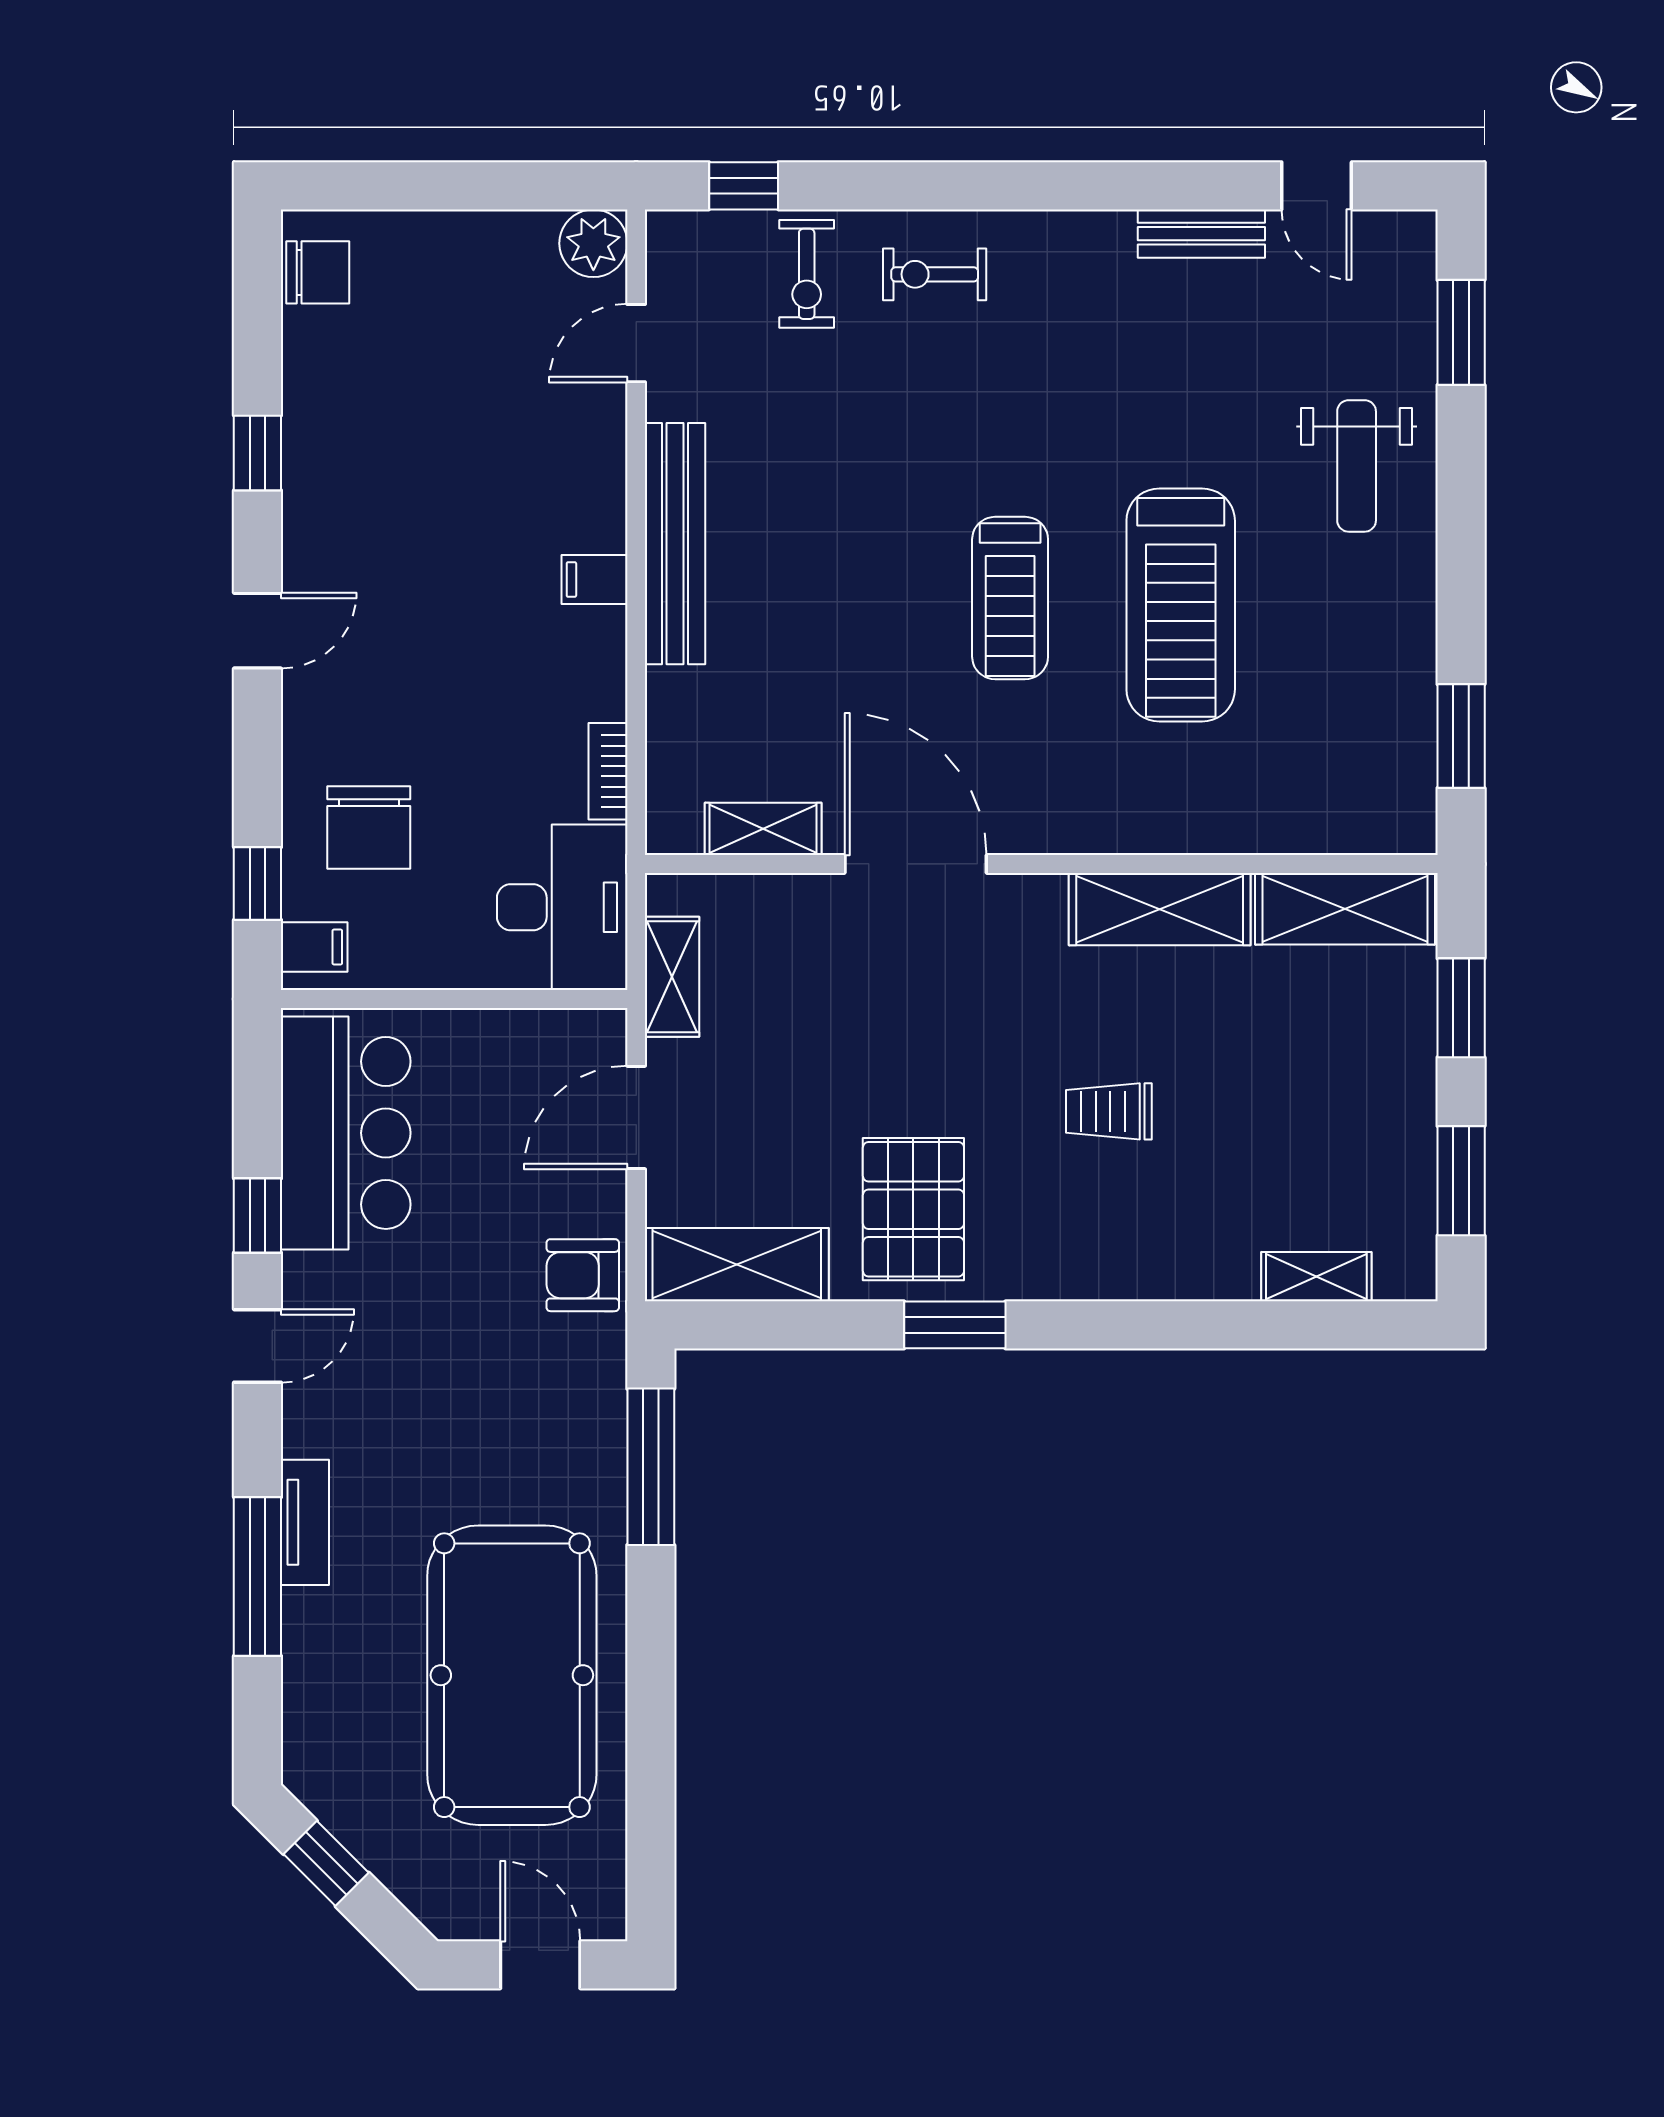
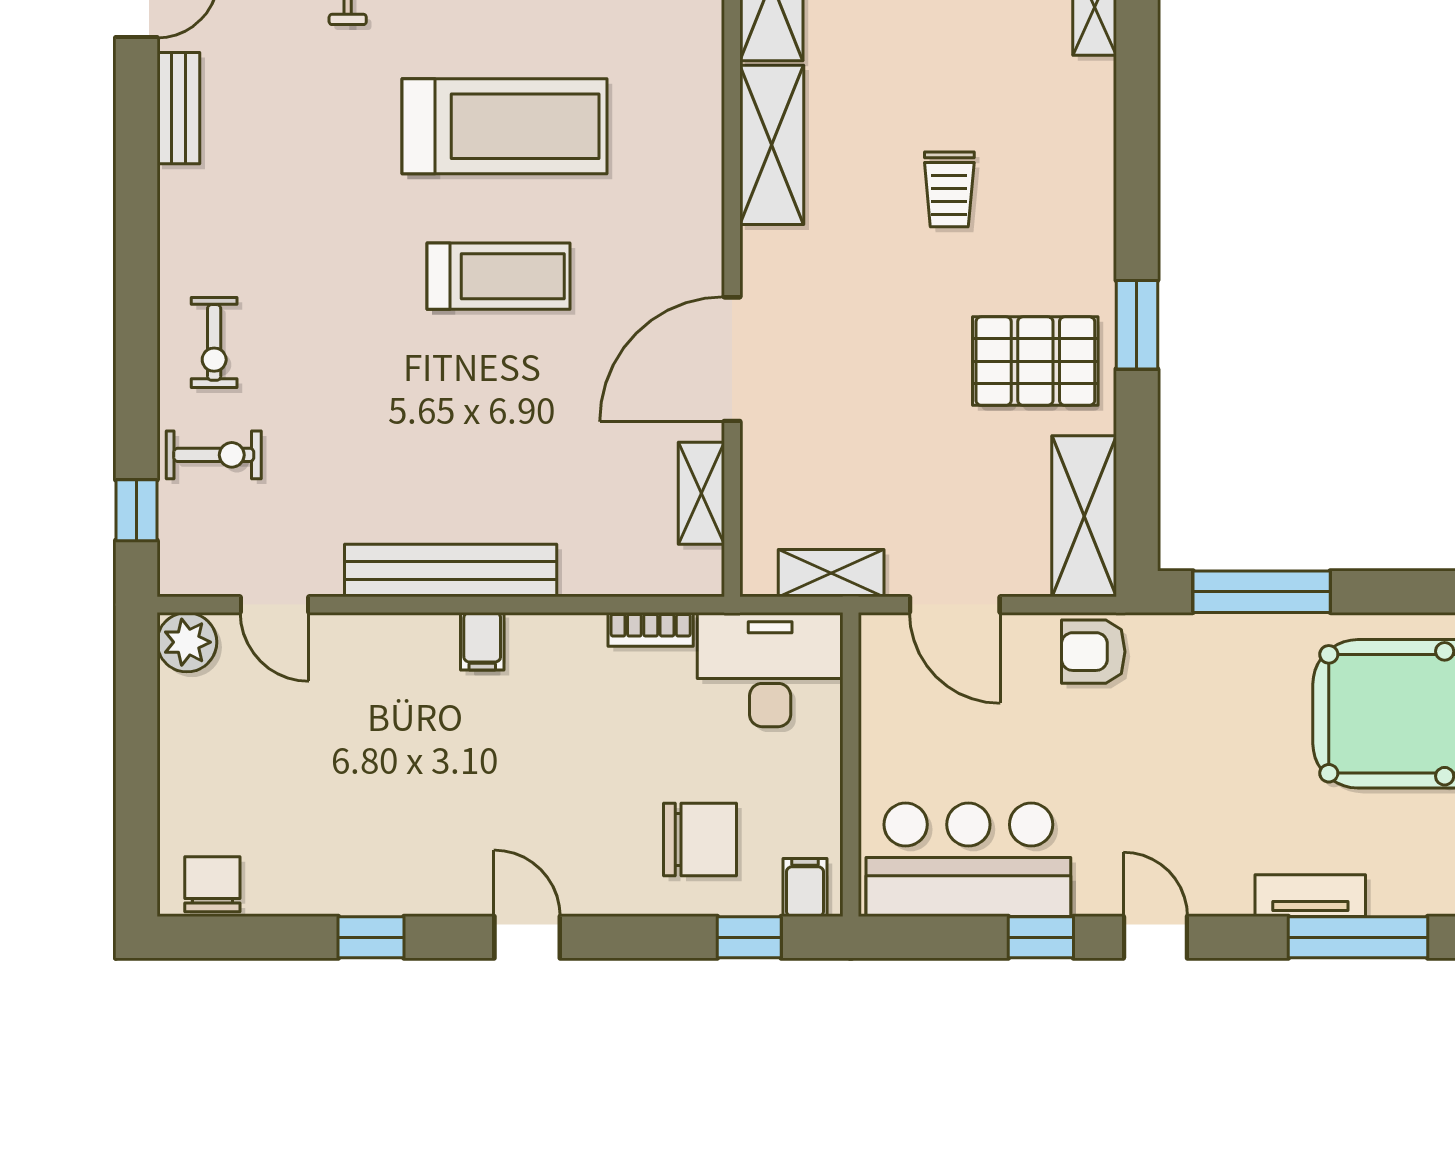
armchair: (583, 1275) -> (1093, 652), turned 90

